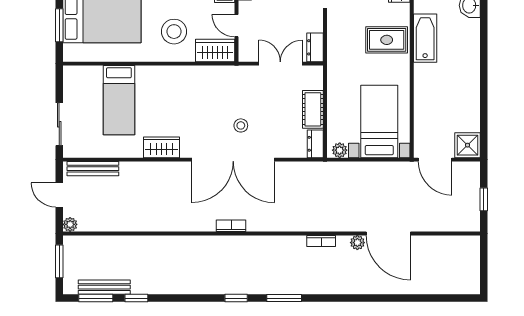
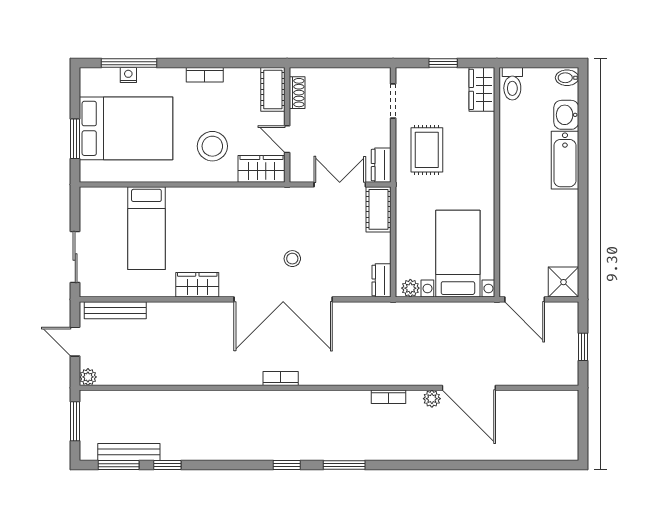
bathtub: (425, 38) -> (565, 160), moved, turned 180
rug: (387, 40) -> (427, 150), moved, turned 90
cot: (313, 109) -> (379, 209), moved

